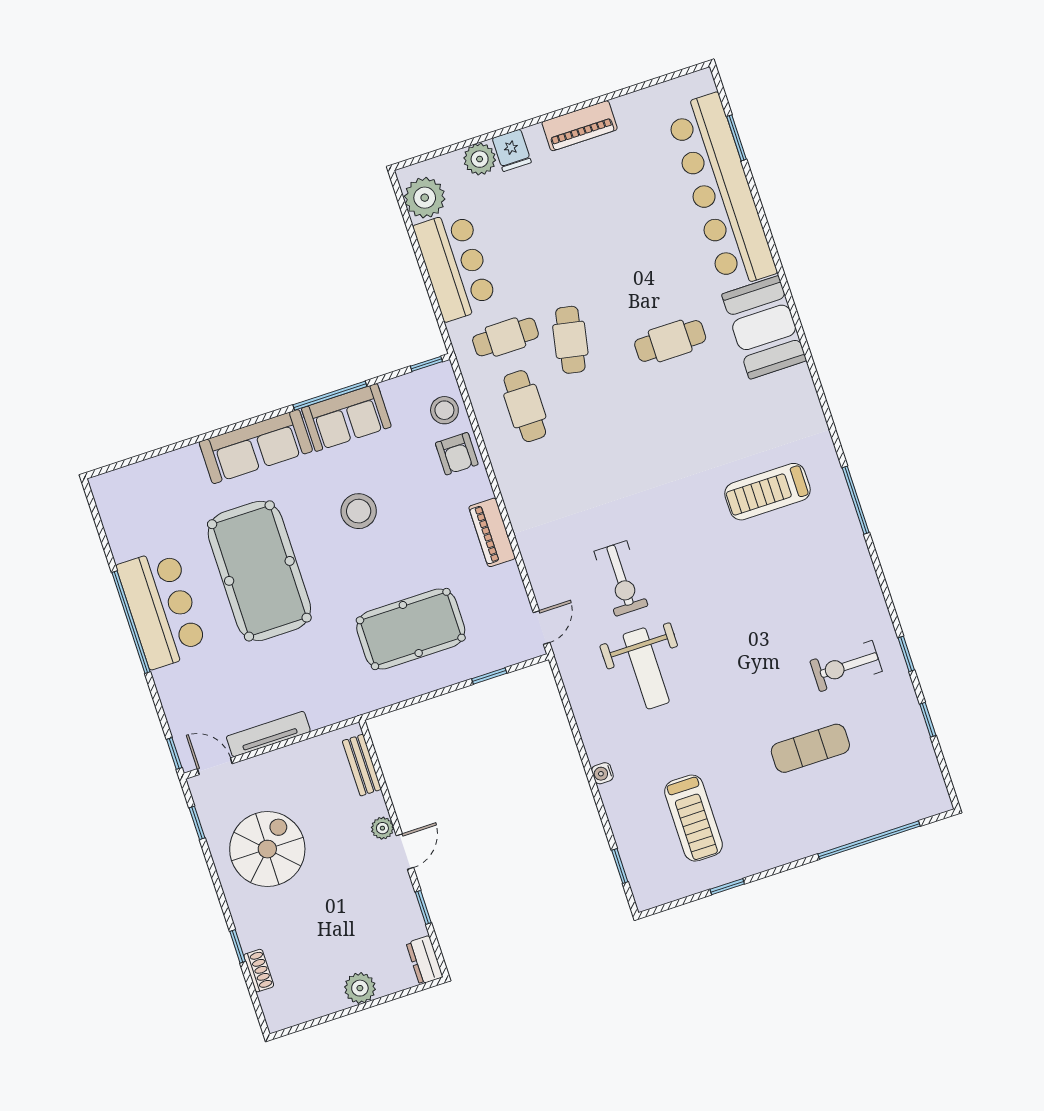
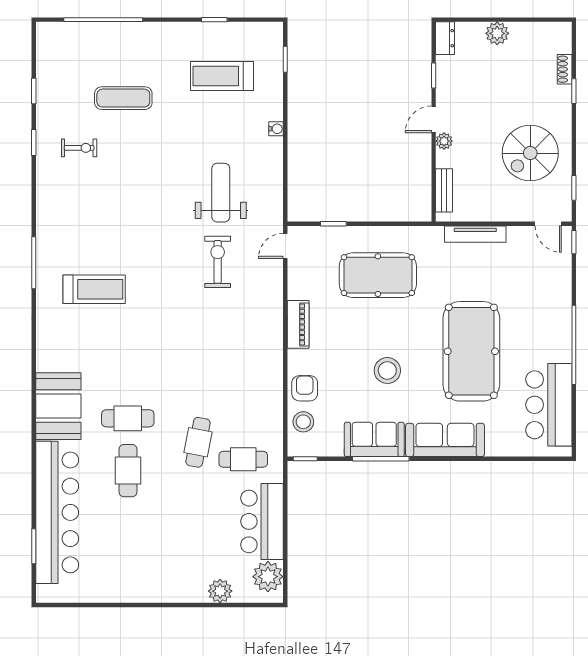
piano: (580, 126) -> (142, 591), removed
fridge: (512, 150) -> (195, 590), removed
cafe table: (525, 406) -> (128, 471), moved
bar counter: (162, 608) -> (549, 405), moved
exercise bike: (846, 666) -> (79, 148), width x0.73, depth x0.72
tv unit: (268, 734) -> (475, 234), moved
treadmill: (694, 818) -> (222, 76), turned -90

